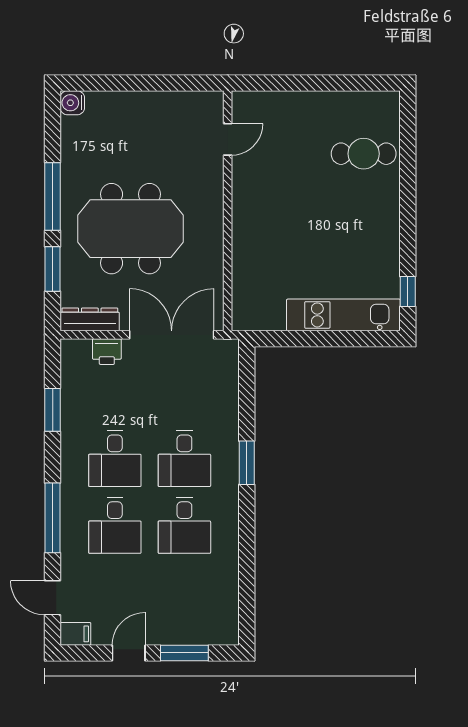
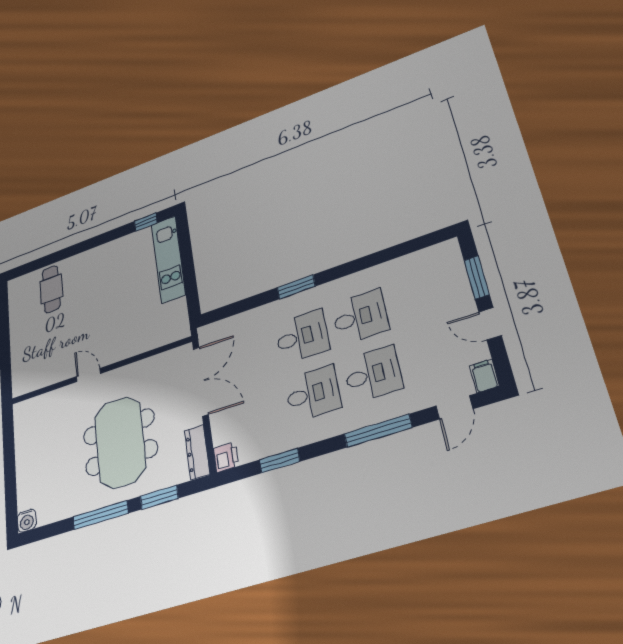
door: (228, 139) -> (88, 375), moved
double door: (172, 335) -> (201, 381), swing flipped
printer: (107, 352) -> (226, 457), moved

